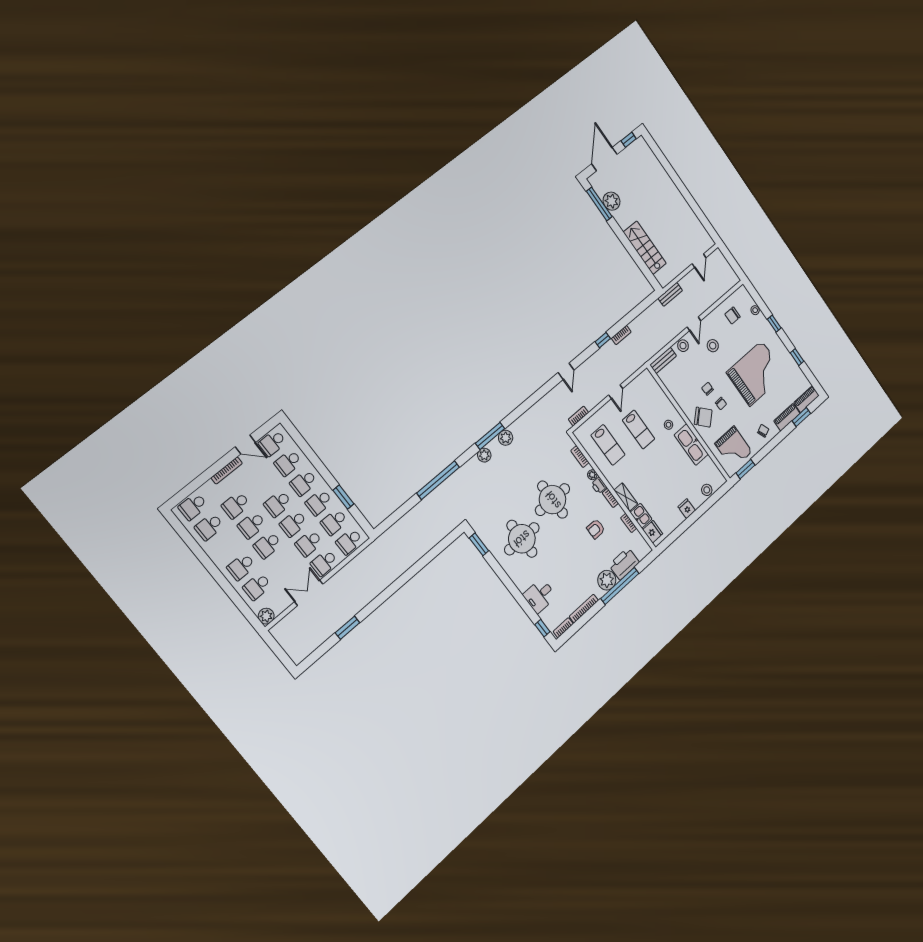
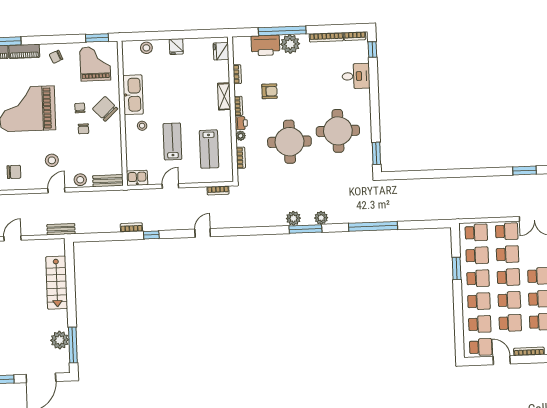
lab bench: (608, 445) -> (209, 149), turned 180
school desk: (262, 484) -> (510, 323), added
kitchen sink: (641, 516) -> (137, 178), moved, turned 90

